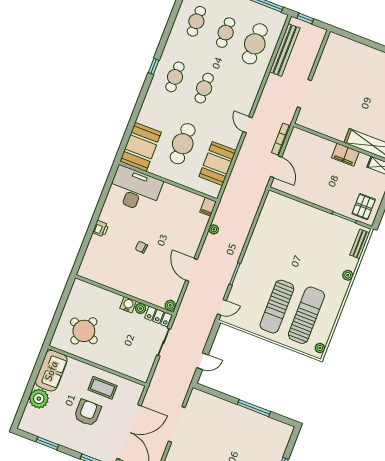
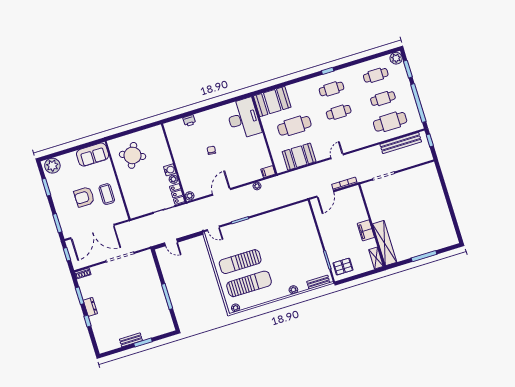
printer: (101, 229) -> (189, 121), moved
plant: (39, 399) -> (52, 166), moved
armchair: (87, 413) -> (84, 197), turned 180

